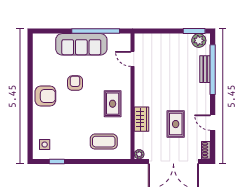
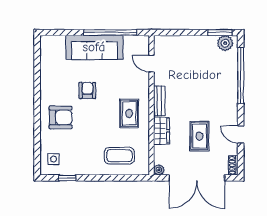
bench: (205, 69) -> (159, 101), moved
armchair: (45, 96) -> (61, 117), moved

